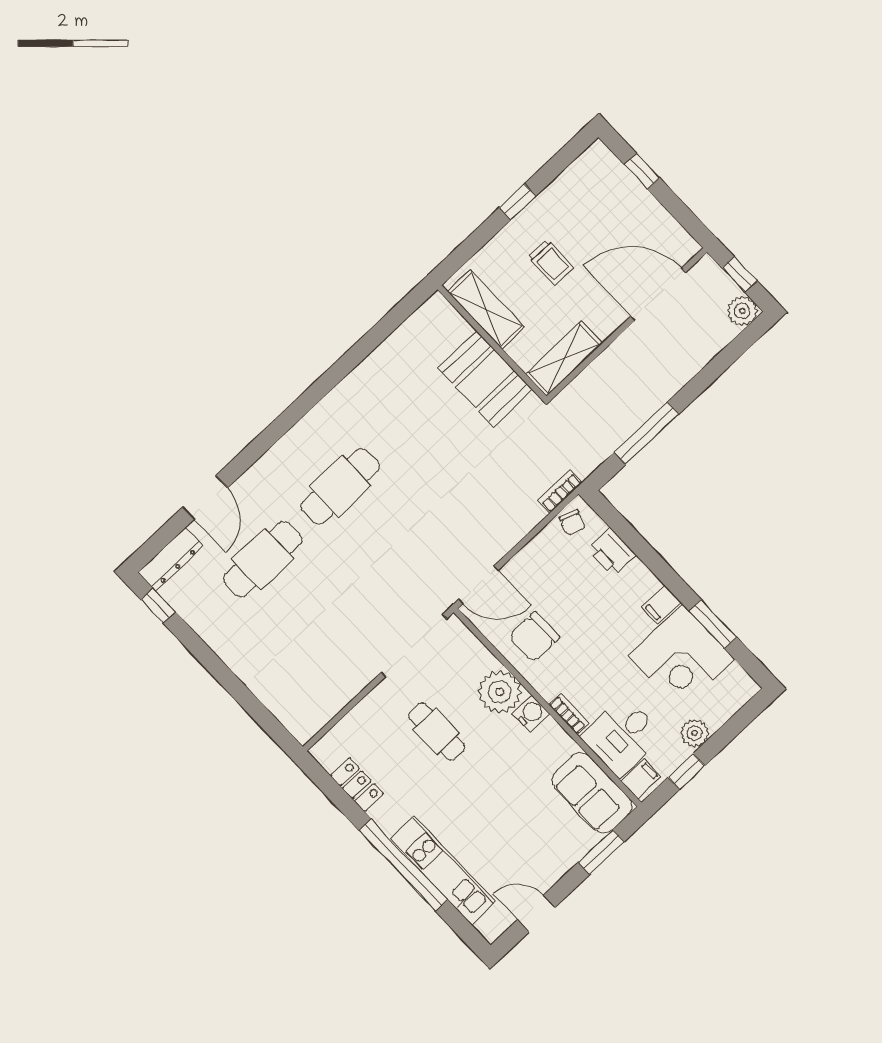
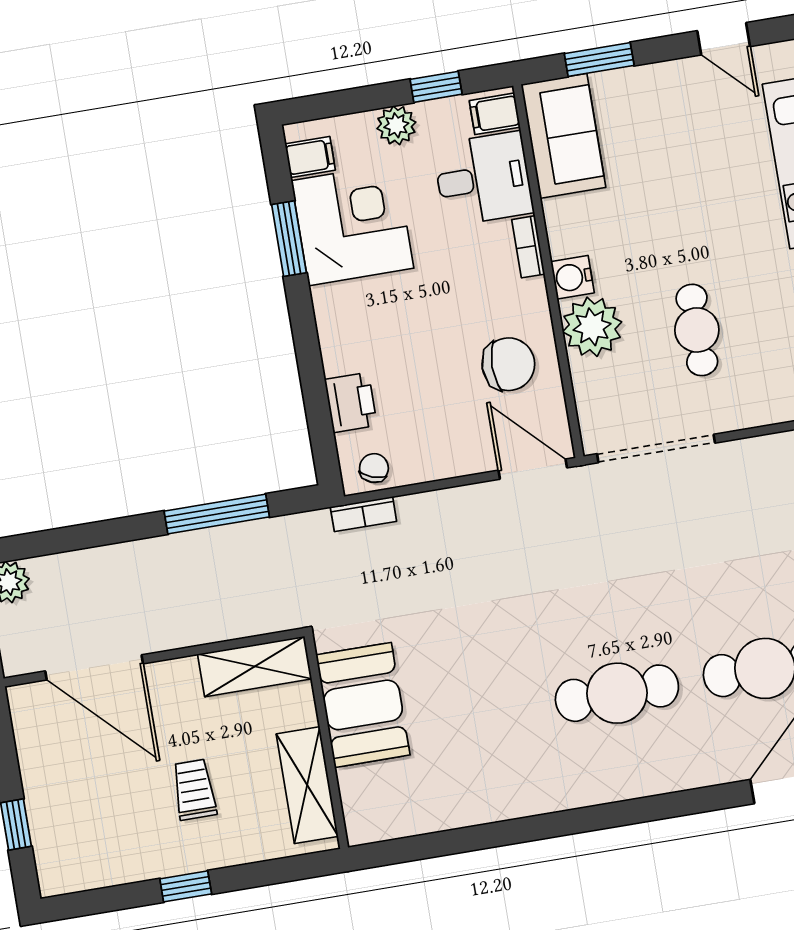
filing cabinet: (661, 605) -> (310, 157), moved

